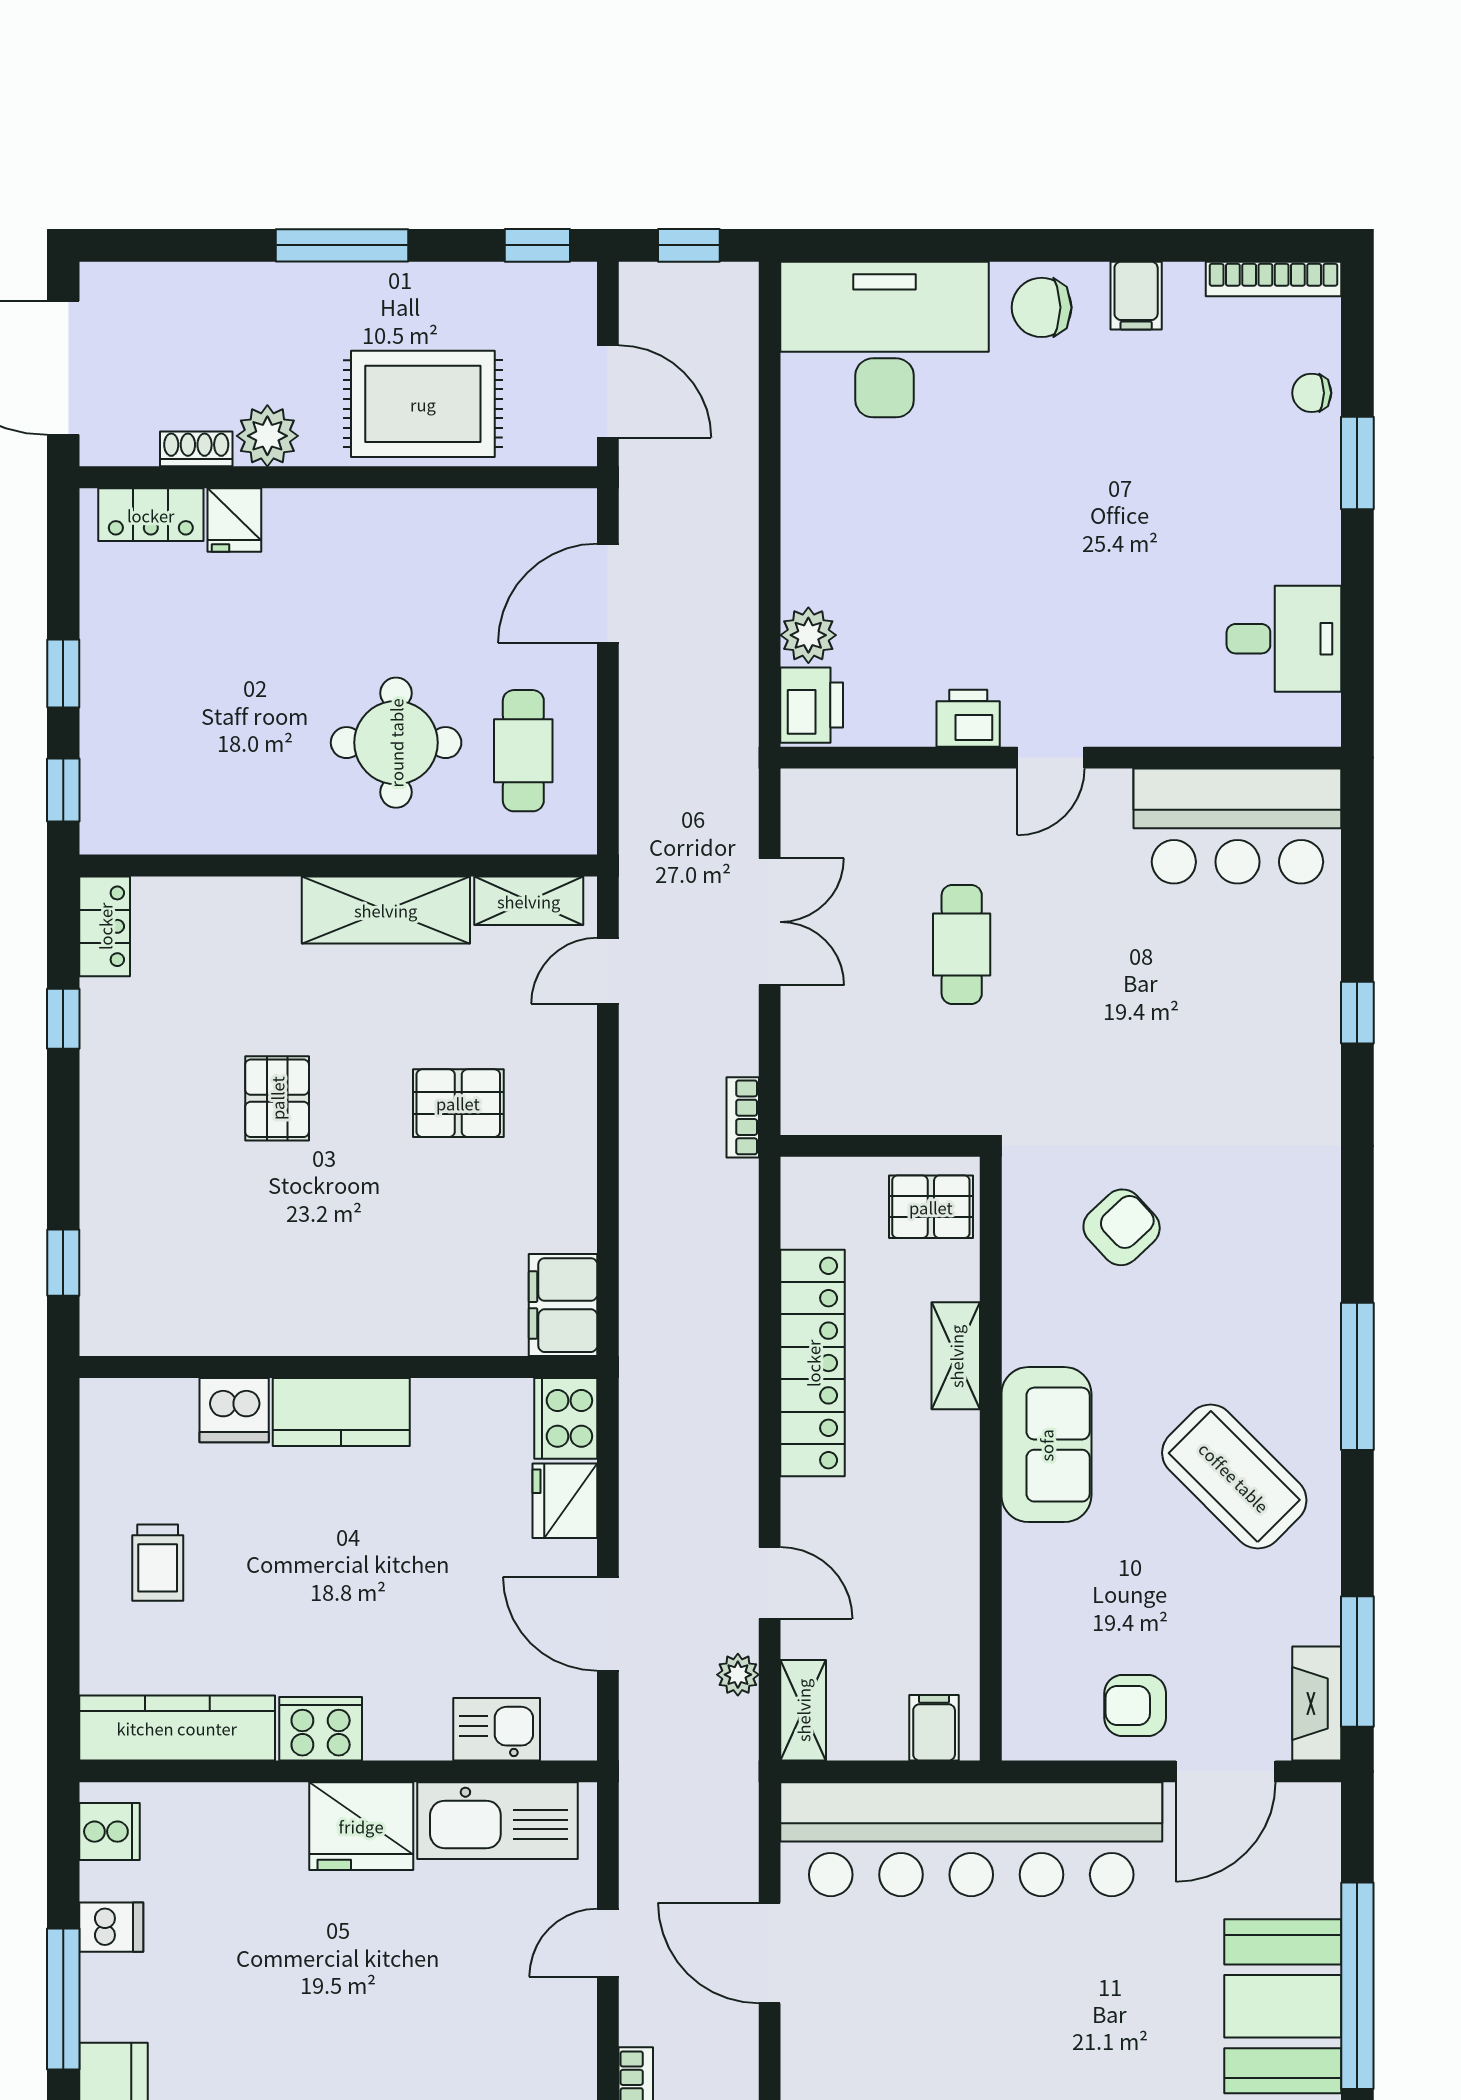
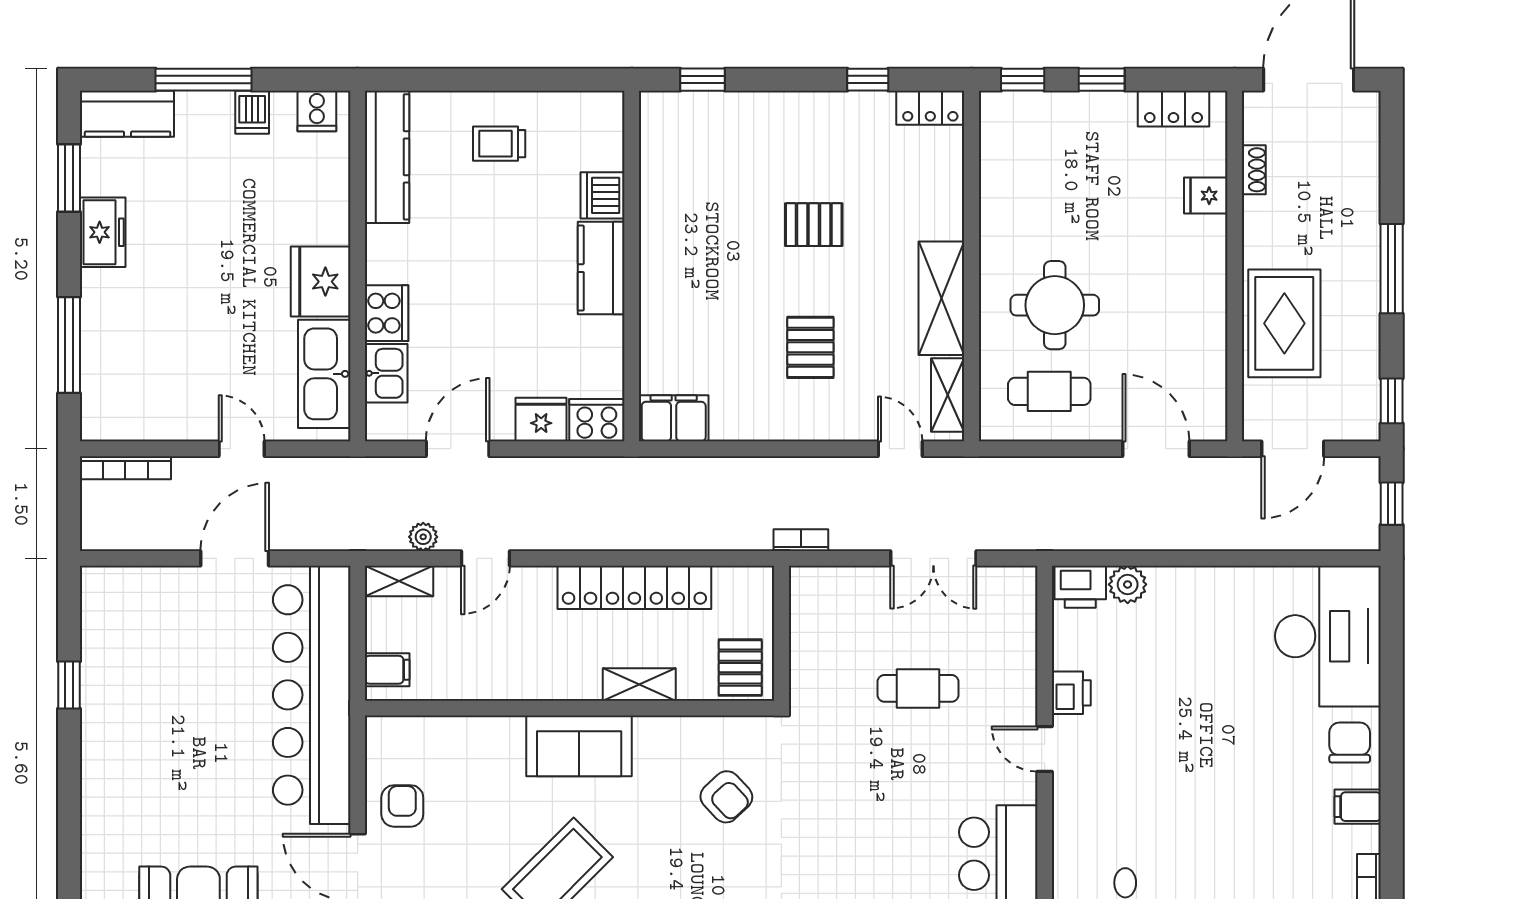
plant: (267, 436) -> (1263, 218), removed
locker: (151, 515) -> (1173, 109), moved, turned -90
cooker: (321, 1729) -> (387, 313), moved

